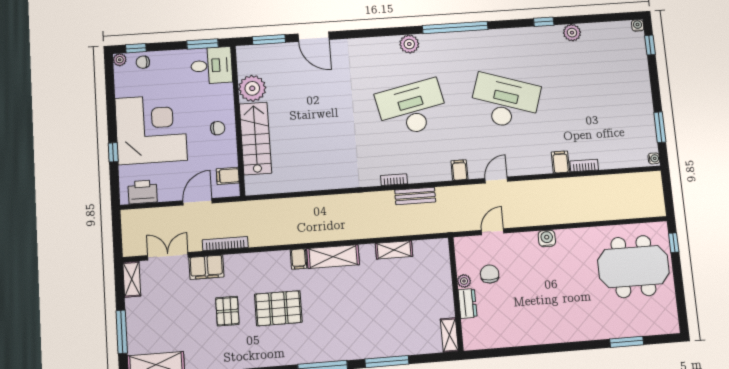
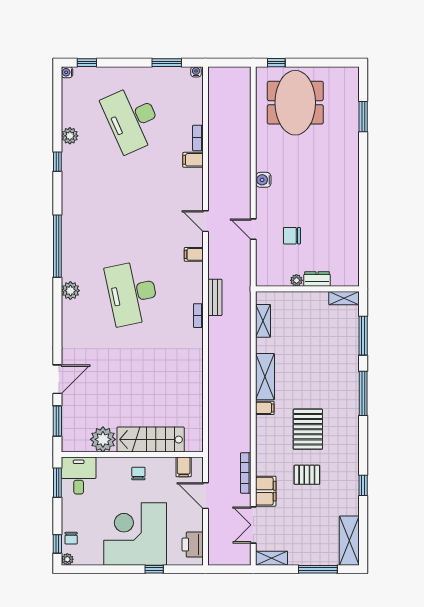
desk: (505, 102) -> (132, 119), moved, turned -42
plant: (464, 281) -> (296, 280), moved
wall: (456, 294) -> (307, 289), moved
dresser: (467, 303) -> (317, 279), moved
shelving: (449, 335) -> (344, 298), moved

